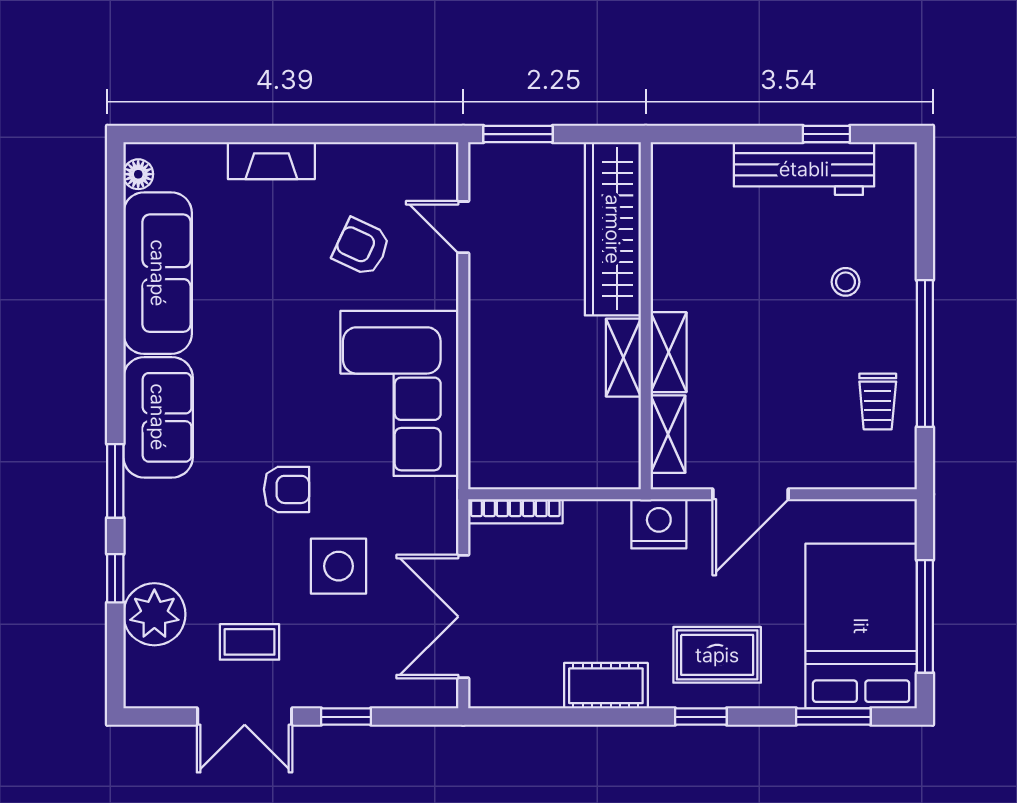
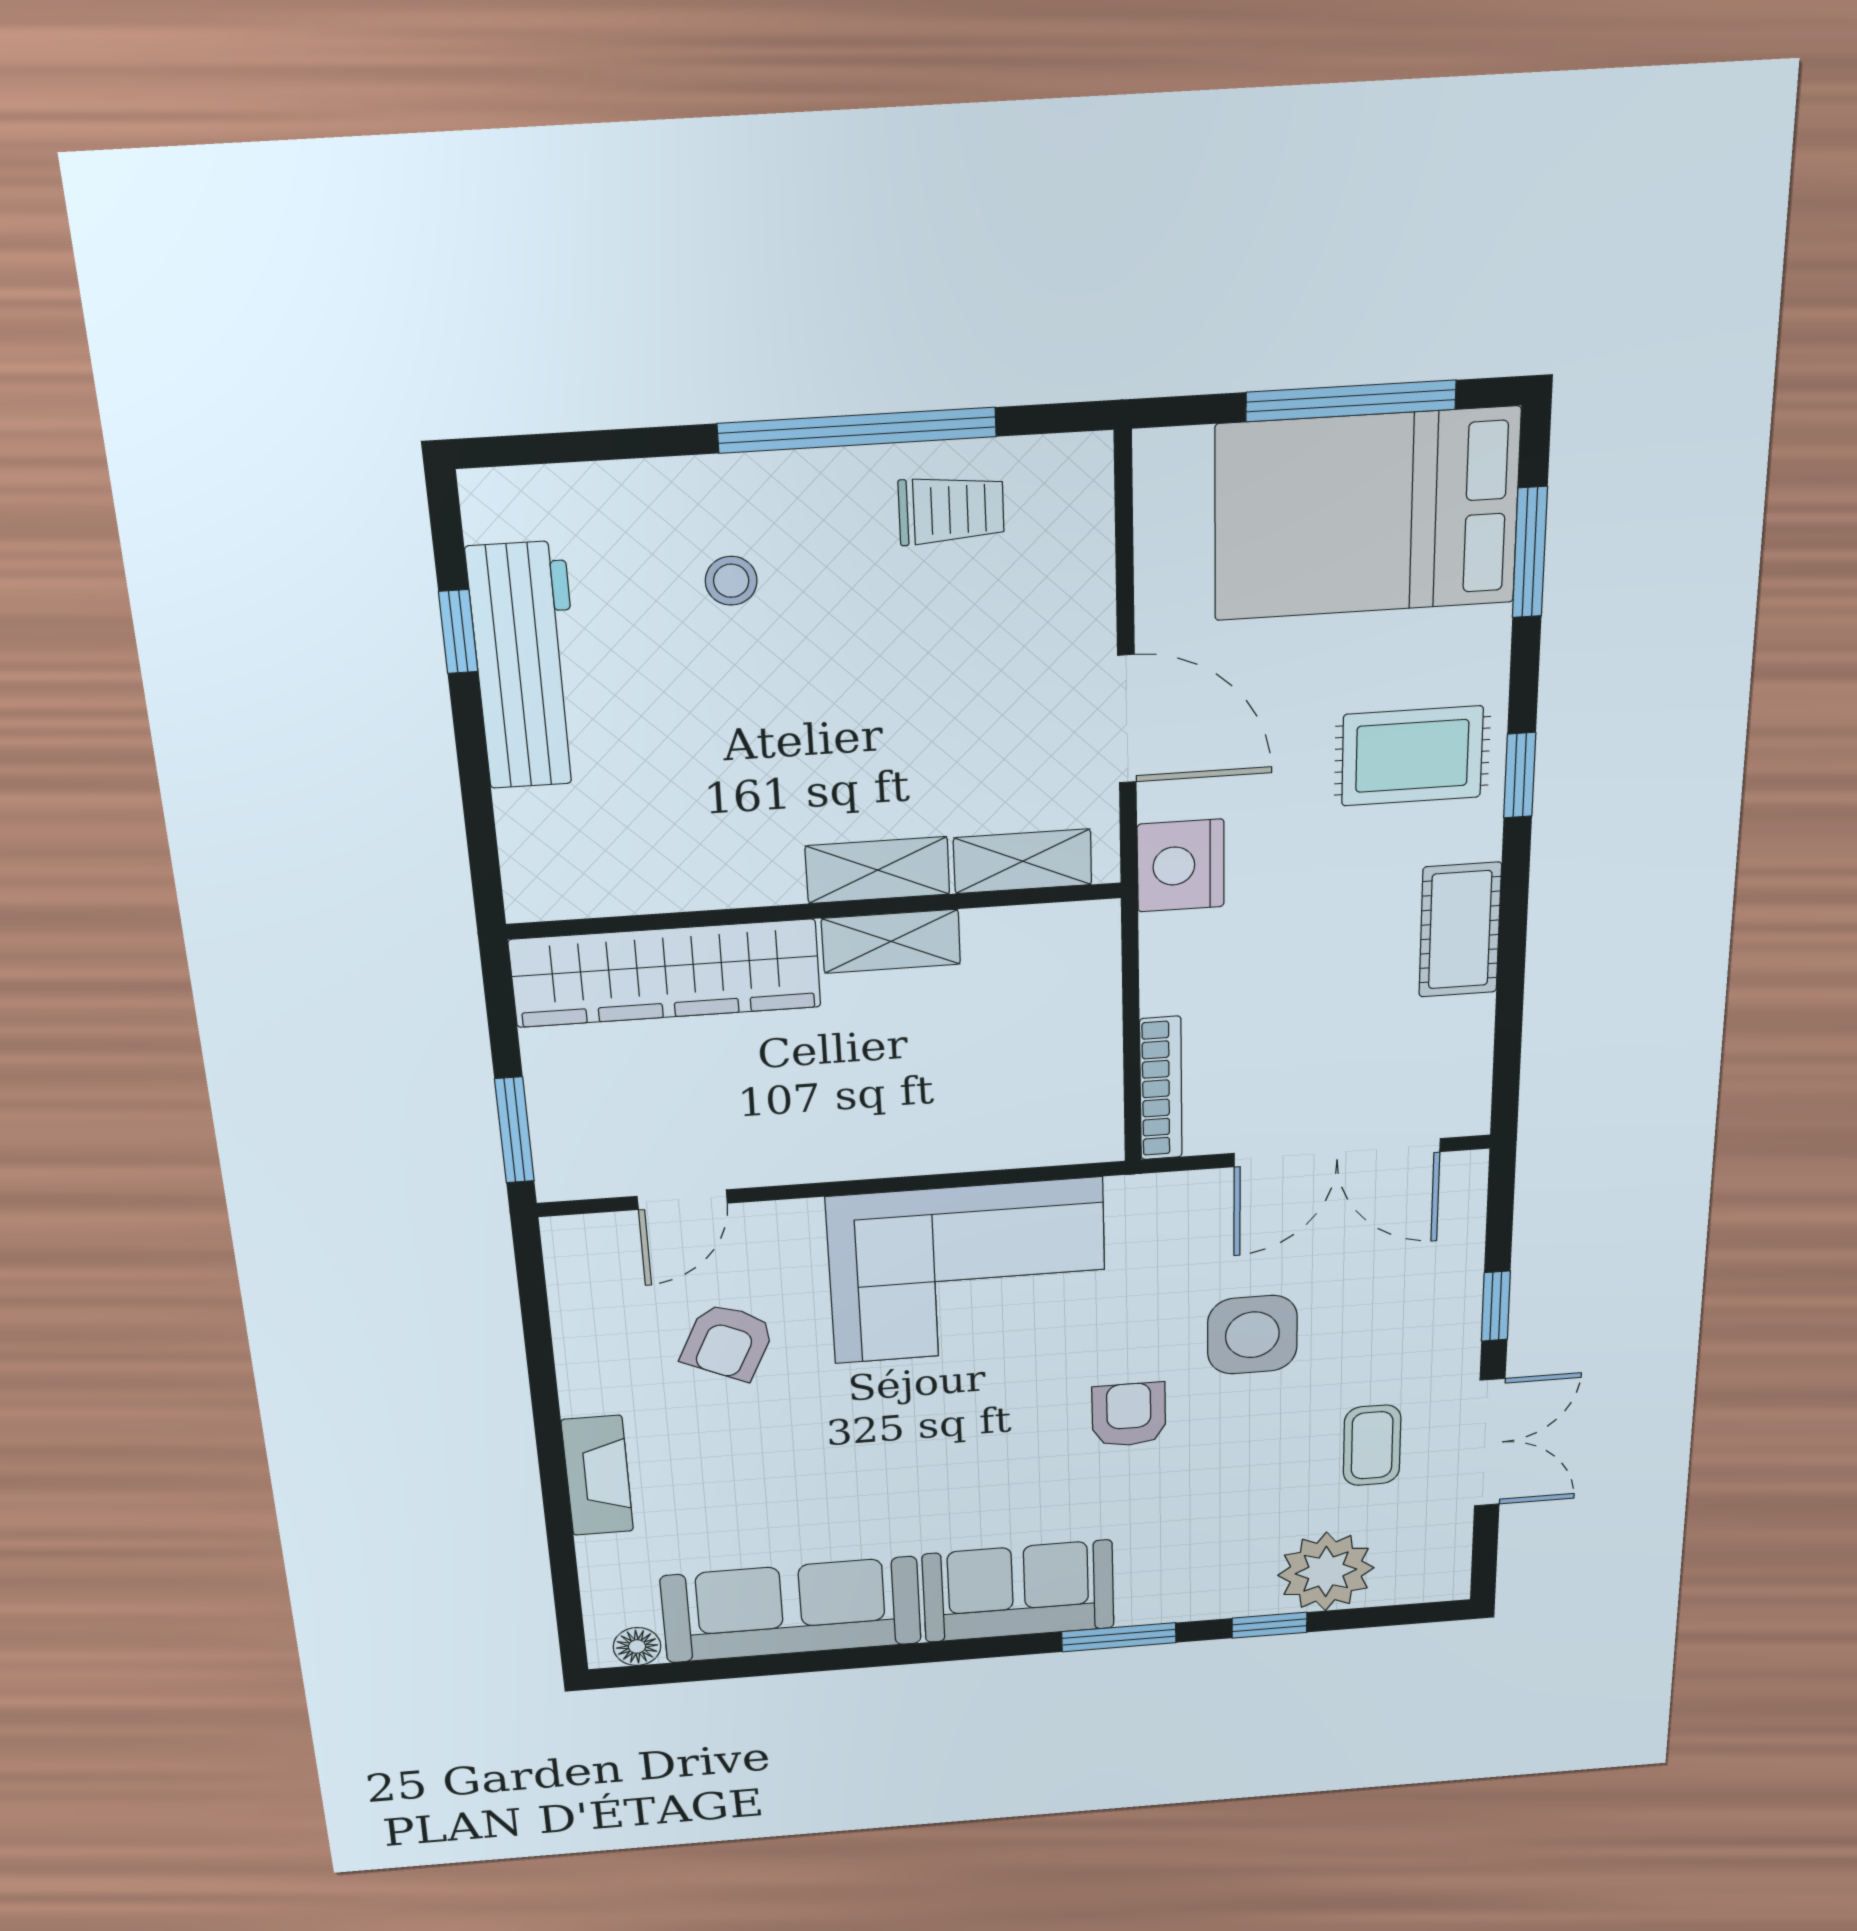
rug: (717, 655) -> (1412, 756), turned 90

